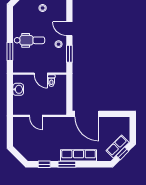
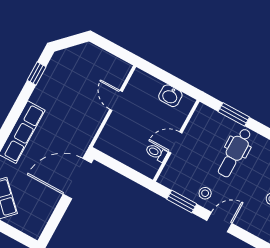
door: (36, 116) -> (116, 100), hinge flipped
window: (67, 164) -> (18, 108), removed

